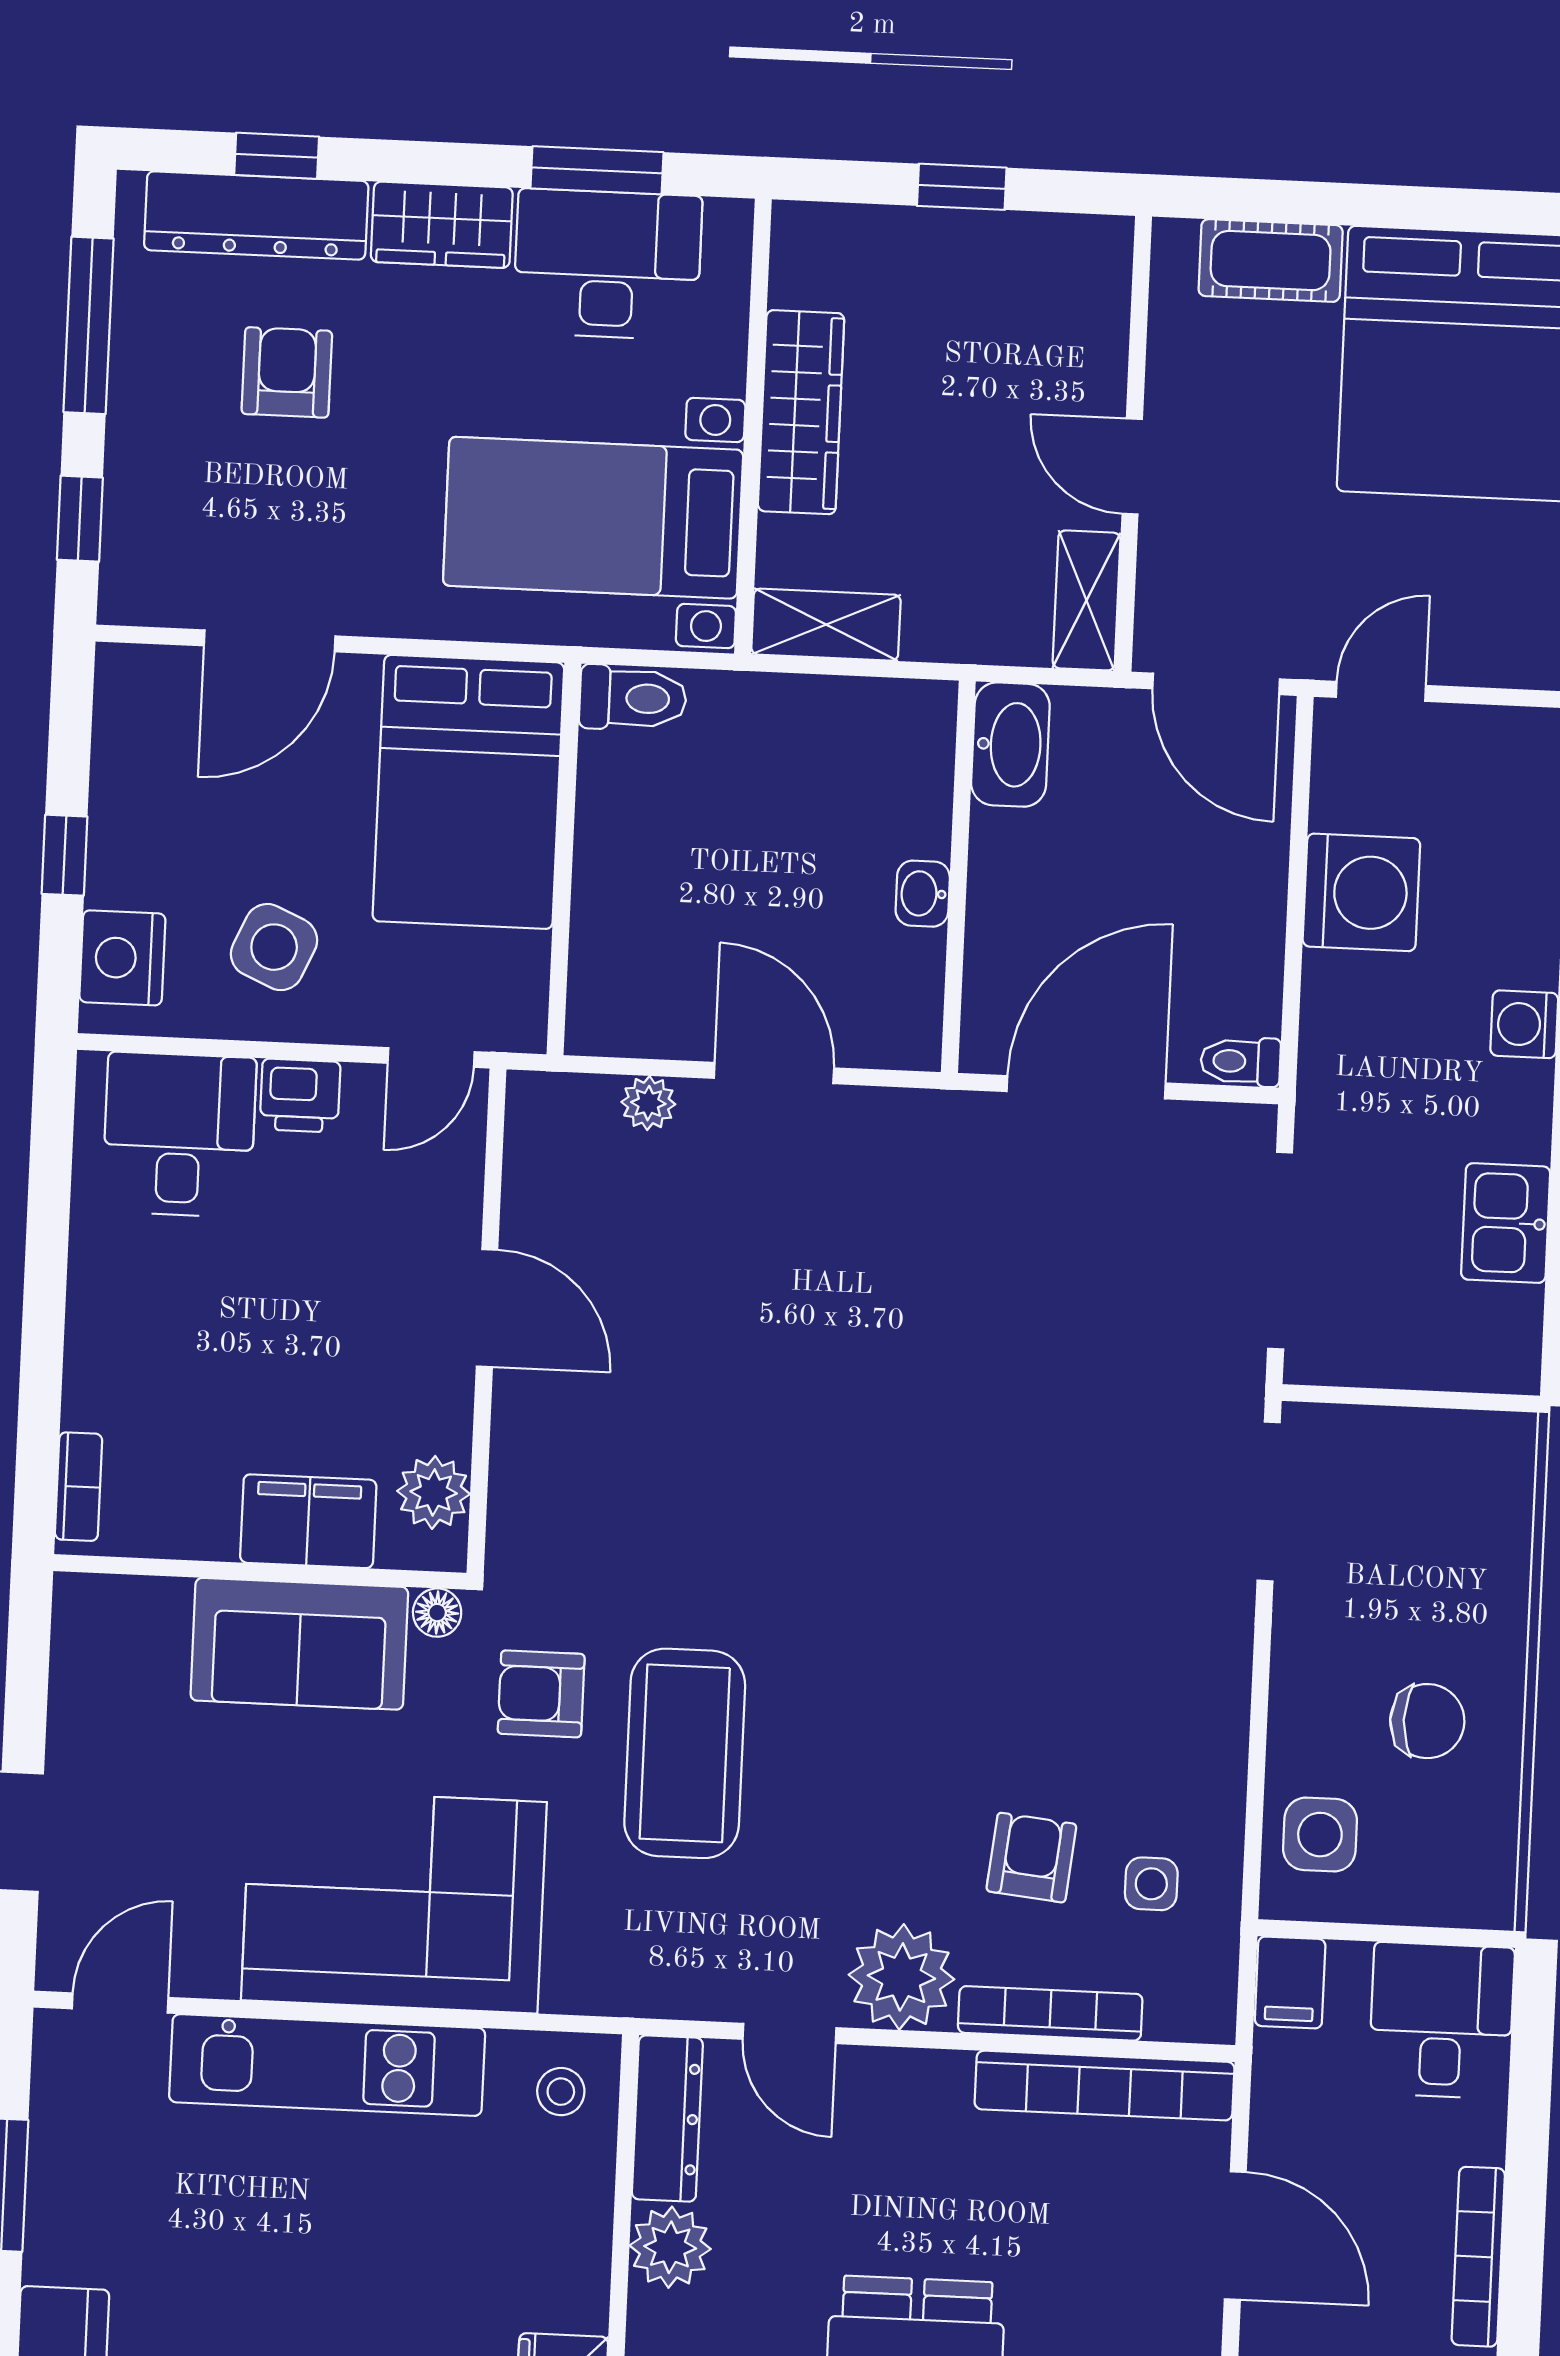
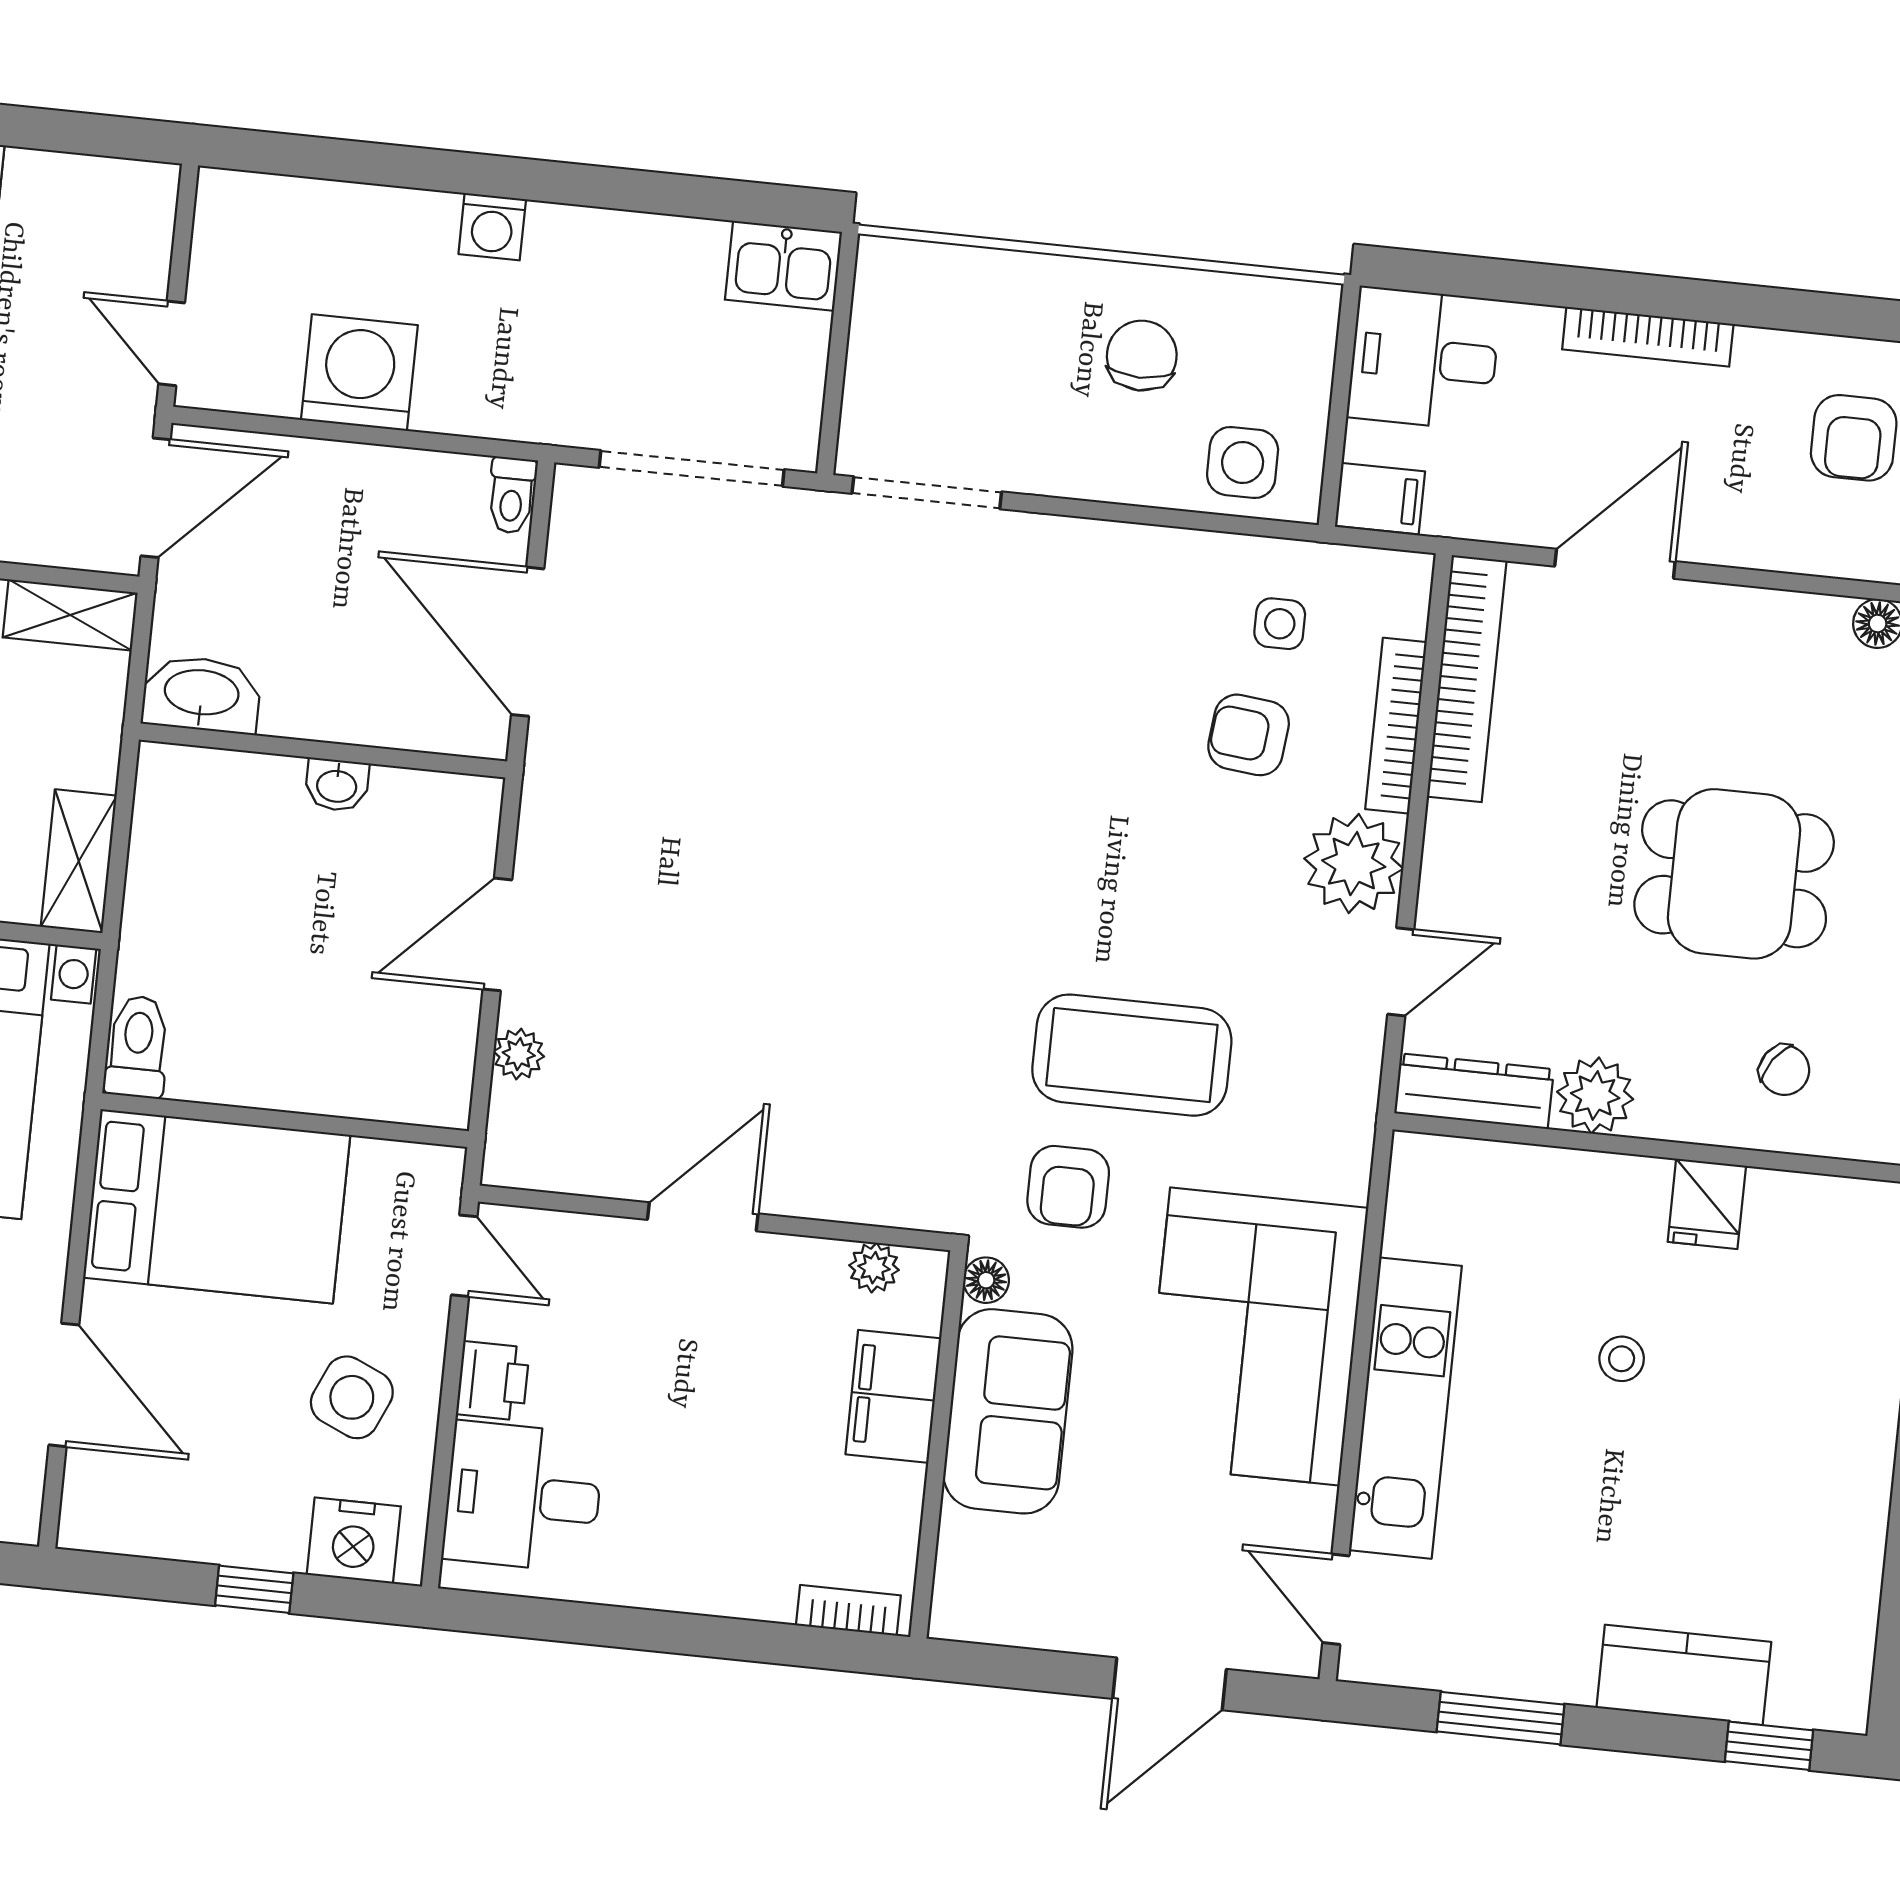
kitchen sink: (1506, 1223) -> (784, 266), moved
plant: (434, 1492) -> (874, 1268), width x0.73, depth x0.73
stool: (561, 2092) -> (1622, 1359), moved

